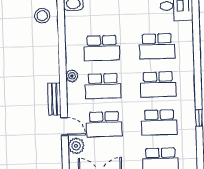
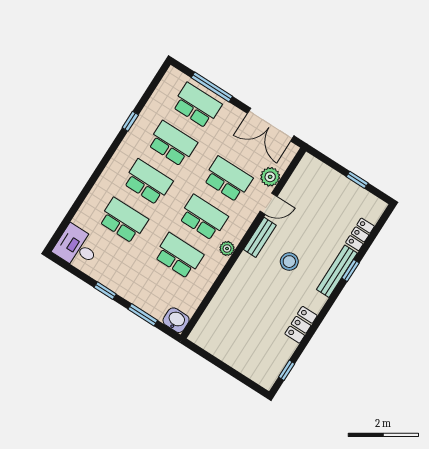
stool: (42, 16) -> (289, 262), moved
door: (64, 126) -> (269, 204), swing flipped

